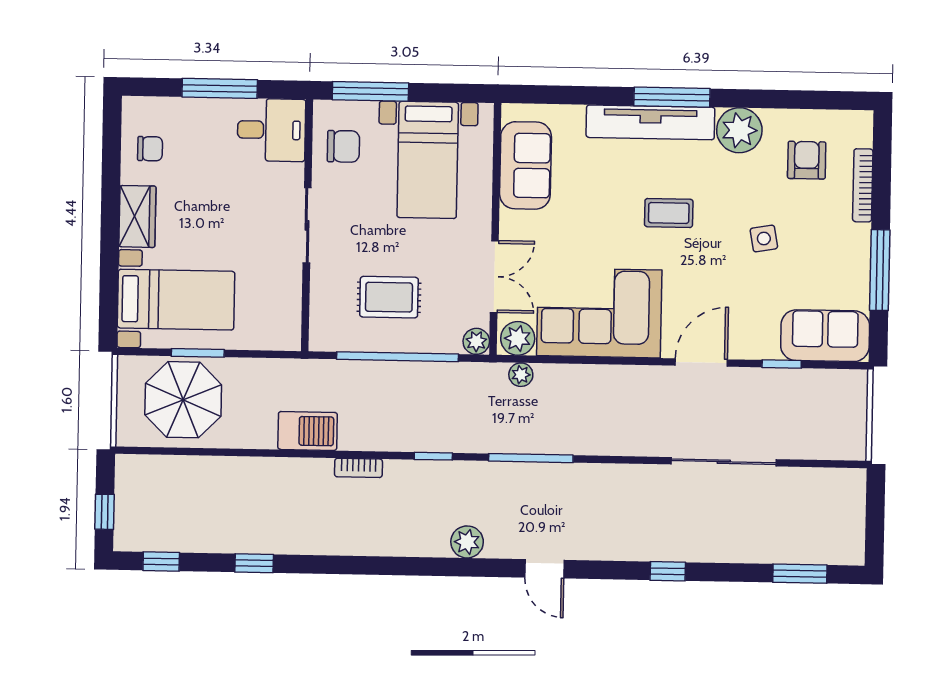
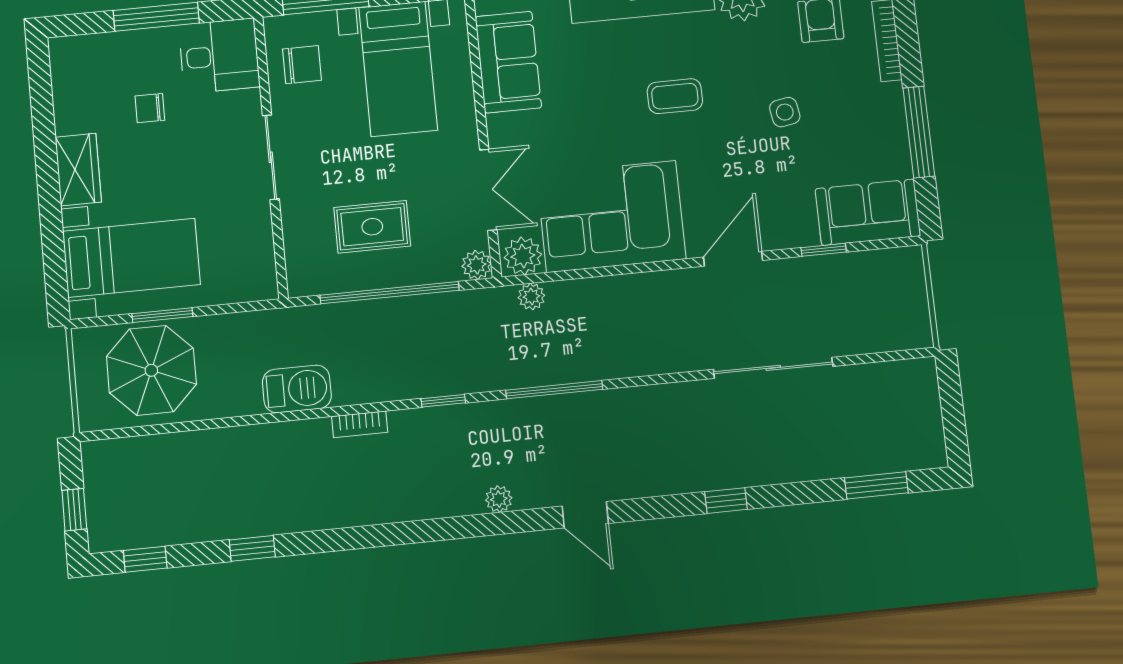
chair: (150, 149) -> (150, 108), moved, turned 180
plant: (467, 542) -> (499, 499), width x0.73, depth x0.73

